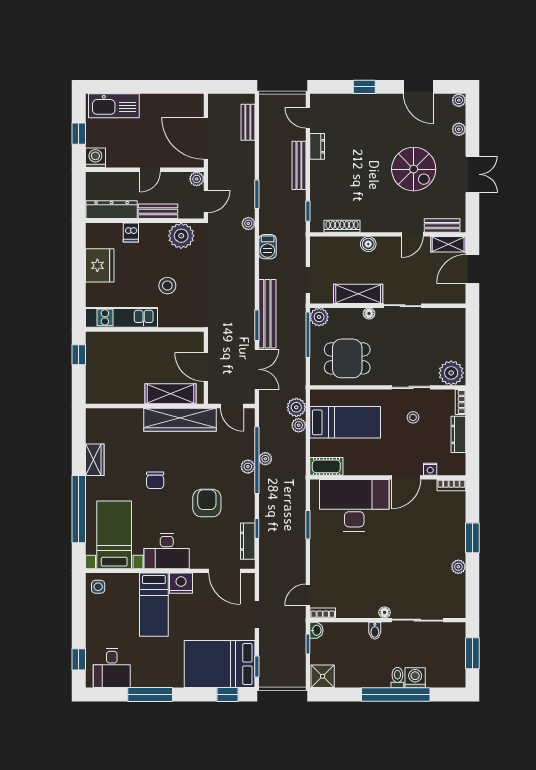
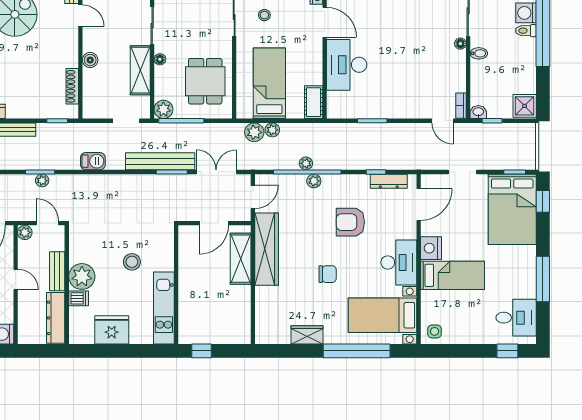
plant: (248, 224) -> (42, 181), moved
plant: (181, 236) -> (82, 276), moved
desk: (354, 505) -> (347, 65), width x0.73, depth x0.77

